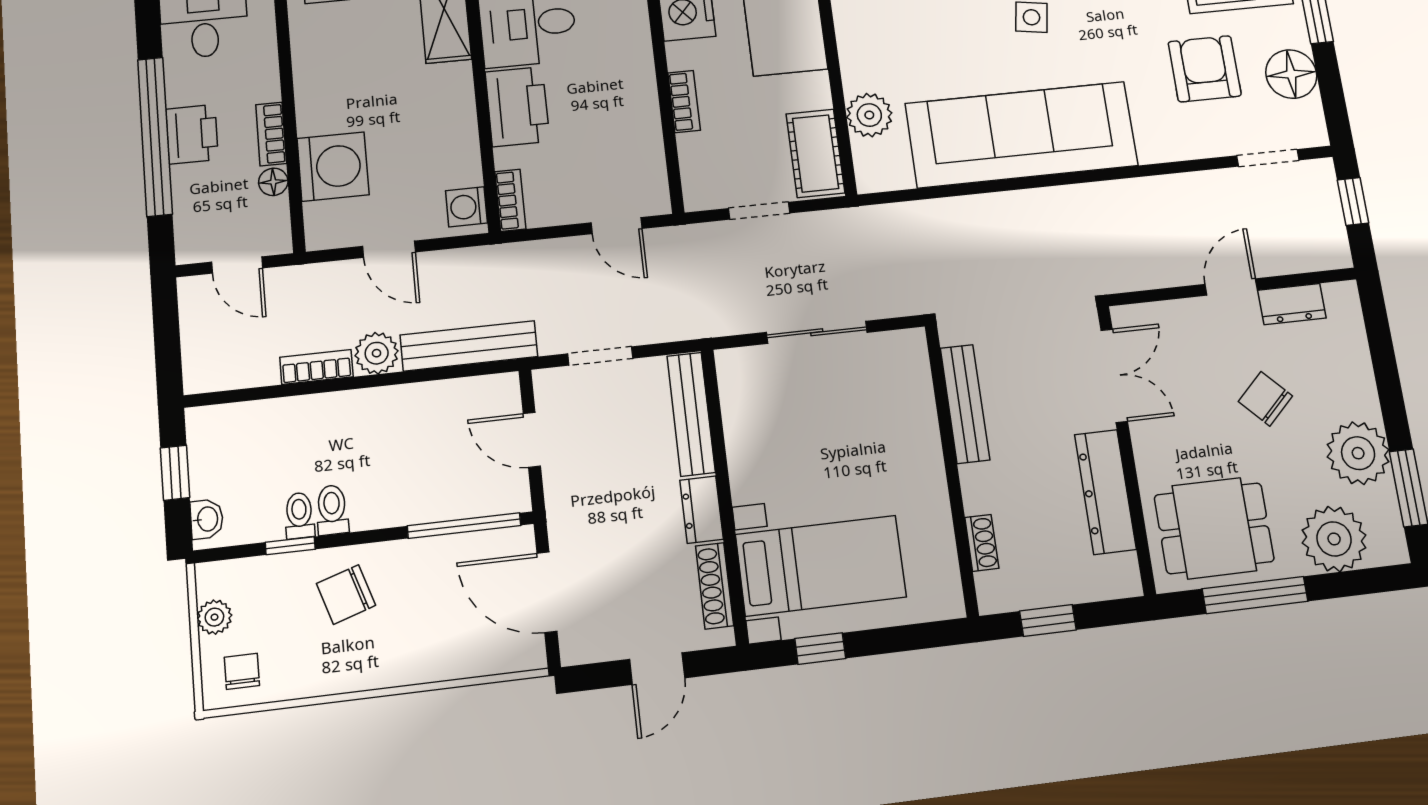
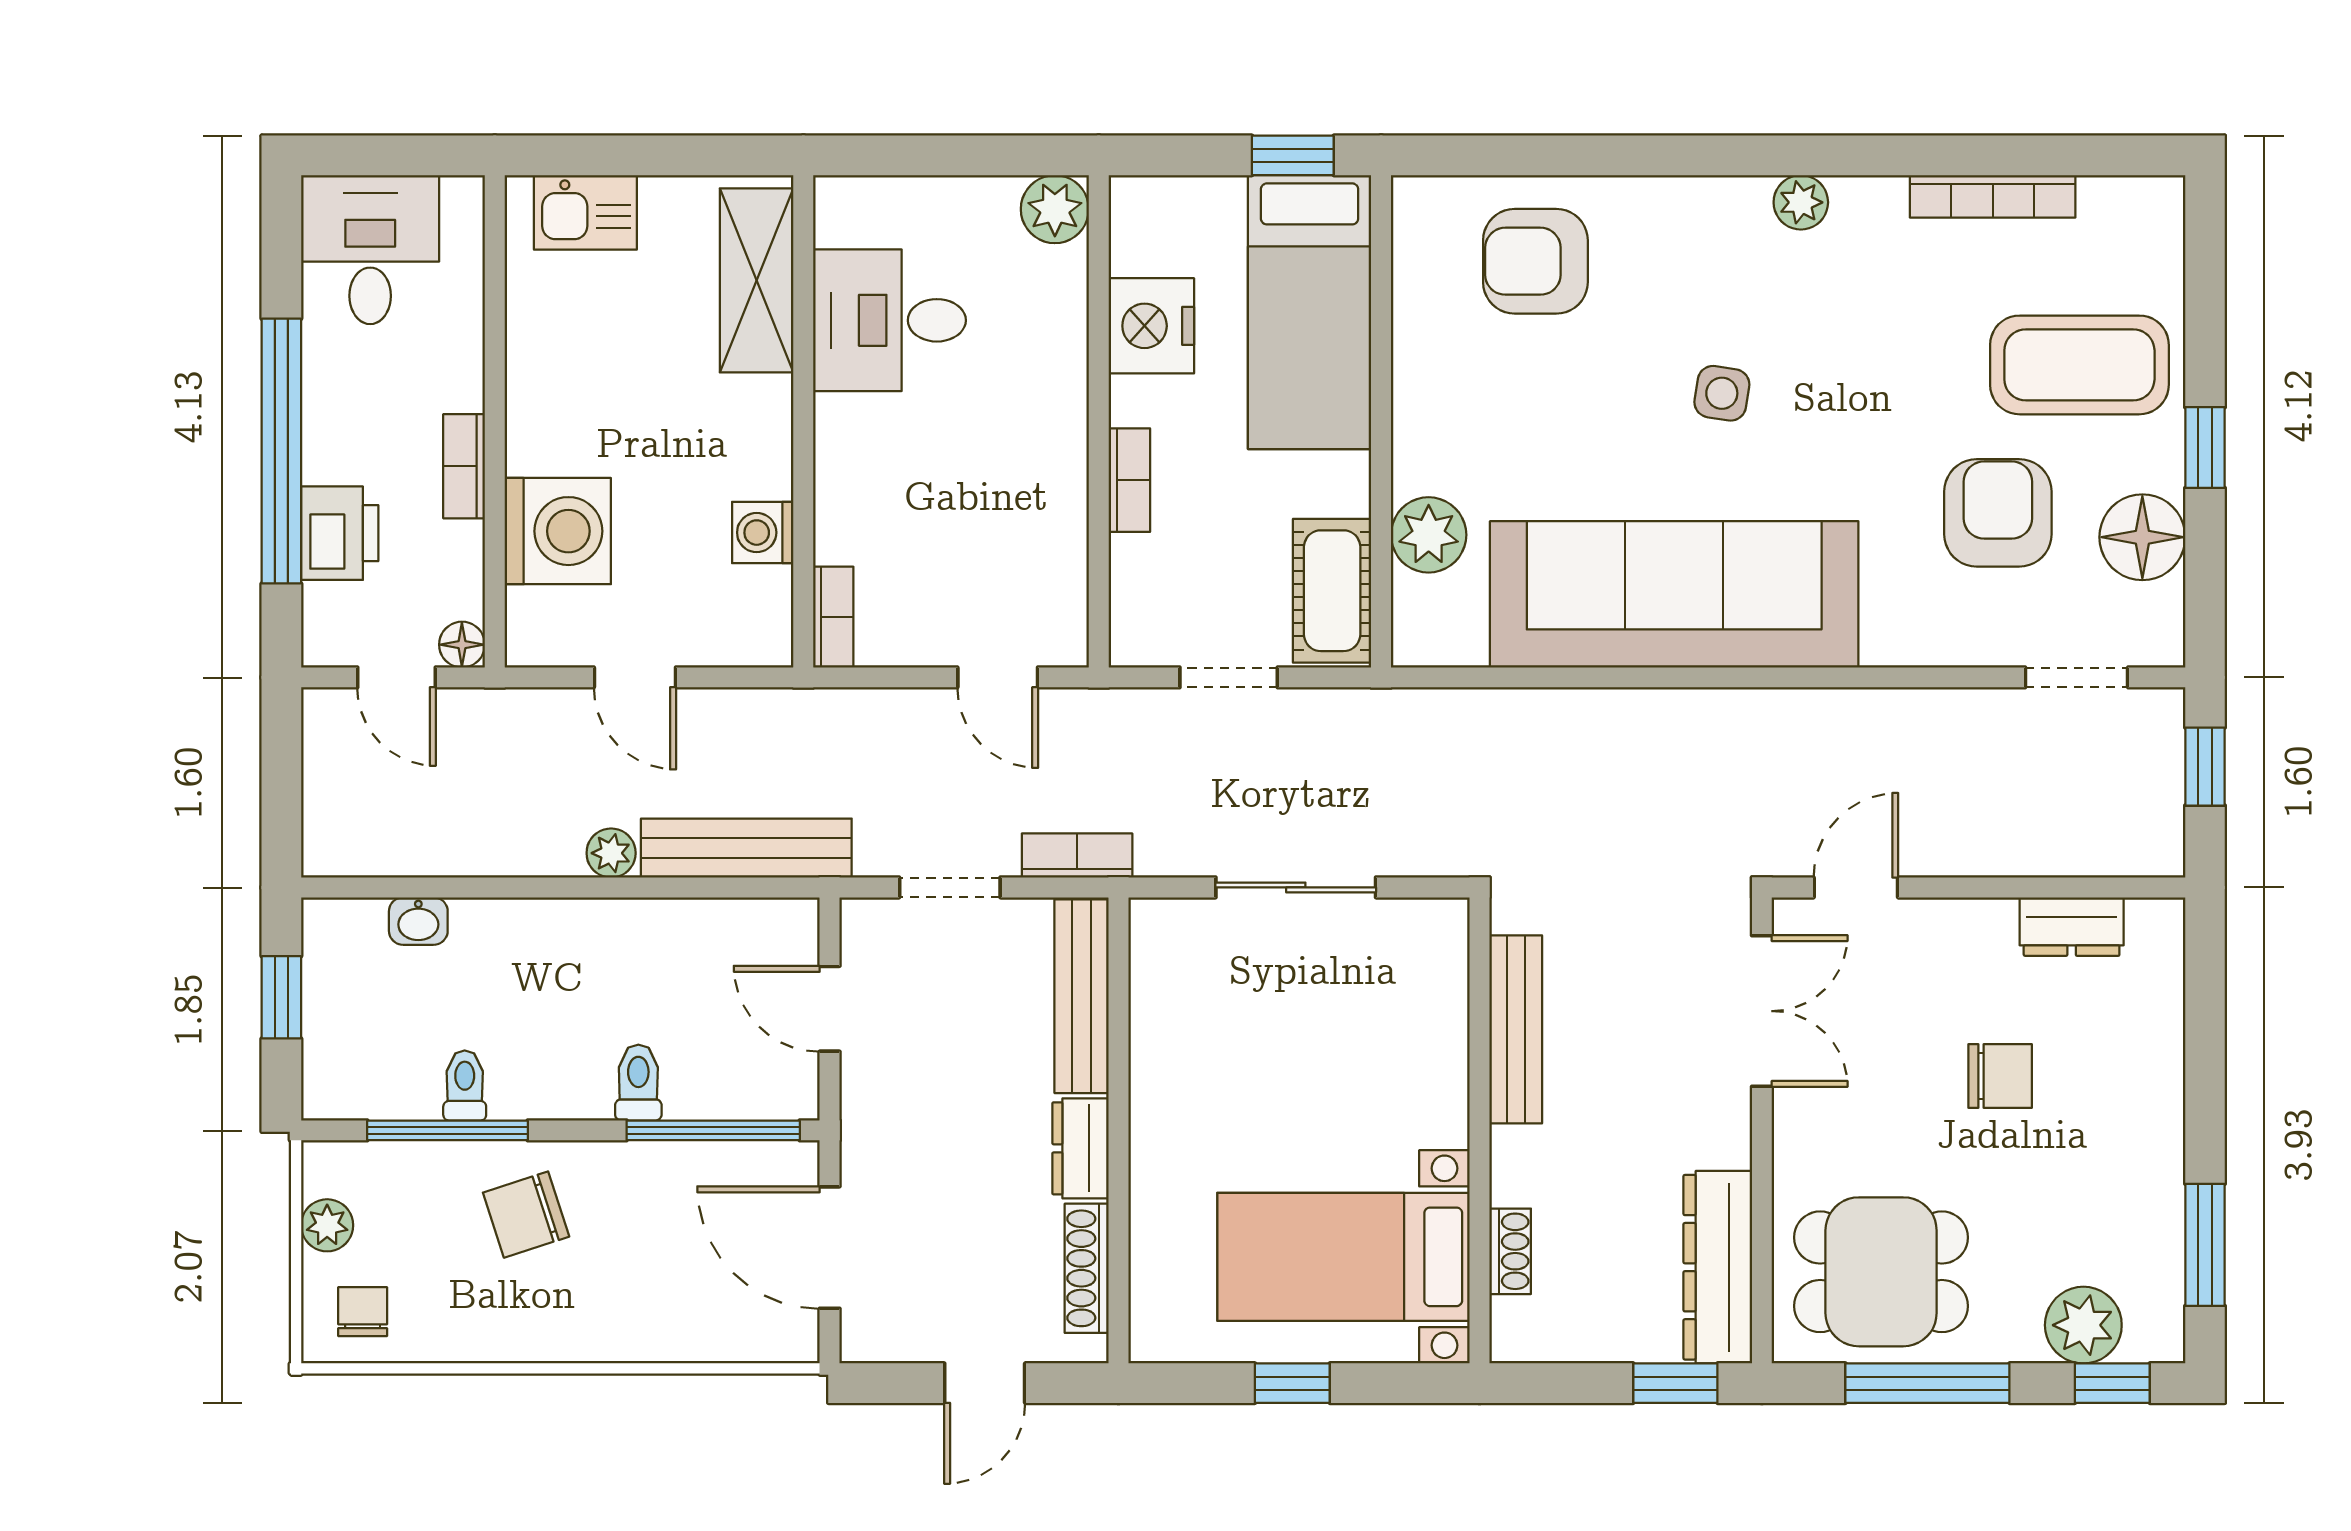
printer: (517, 107) -> (860, 461), removed
printer: (192, 134) -> (340, 533), moved
floor lamp: (273, 182) -> (462, 645), moved
washing machine: (466, 207) -> (763, 533), moved
door: (1231, 287) -> (1856, 887), moved
plant: (377, 353) -> (611, 853), width x0.73, depth x0.73
bookcase: (316, 367) -> (1077, 856), moved
chair: (1265, 399) -> (2000, 1076), turned 134
plant: (1358, 453) -> (2134, 1180), removed
dresser: (1105, 492) -> (1718, 1267), moved
toilet: (332, 510) -> (638, 1083), moved
washbasin: (207, 519) -> (418, 921), moved, turned 90
plant: (1334, 539) -> (2083, 1325), width x0.73, depth x0.73
window: (290, 546) -> (447, 1130), width x2.17
bed with nightstands: (821, 566) -> (1344, 1257), moved, turned 180
window: (1369, 581) -> (2112, 1383), added
window: (1048, 621) -> (1675, 1383), moved
window: (820, 649) -> (1292, 1383), moved

